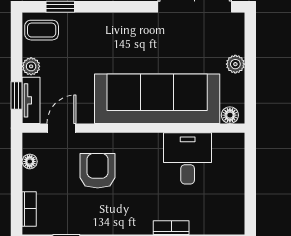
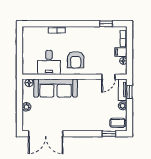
sofa: (157, 99) -> (56, 88), width x0.74, depth x0.79
armchair: (98, 171) -> (76, 60), moved
filing cabinet: (35, 180) -> (121, 52), added

